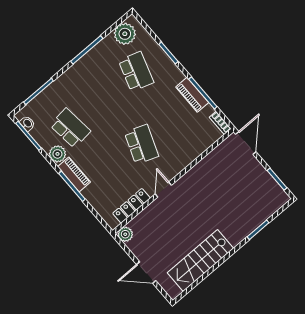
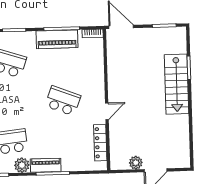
piano: (192, 95) -> (57, 39), width x1.37, depth x1.33
door: (163, 190) -> (107, 111), swing flipped
plant: (125, 234) -> (136, 163), moved
stairs: (200, 261) -> (177, 84), moved

